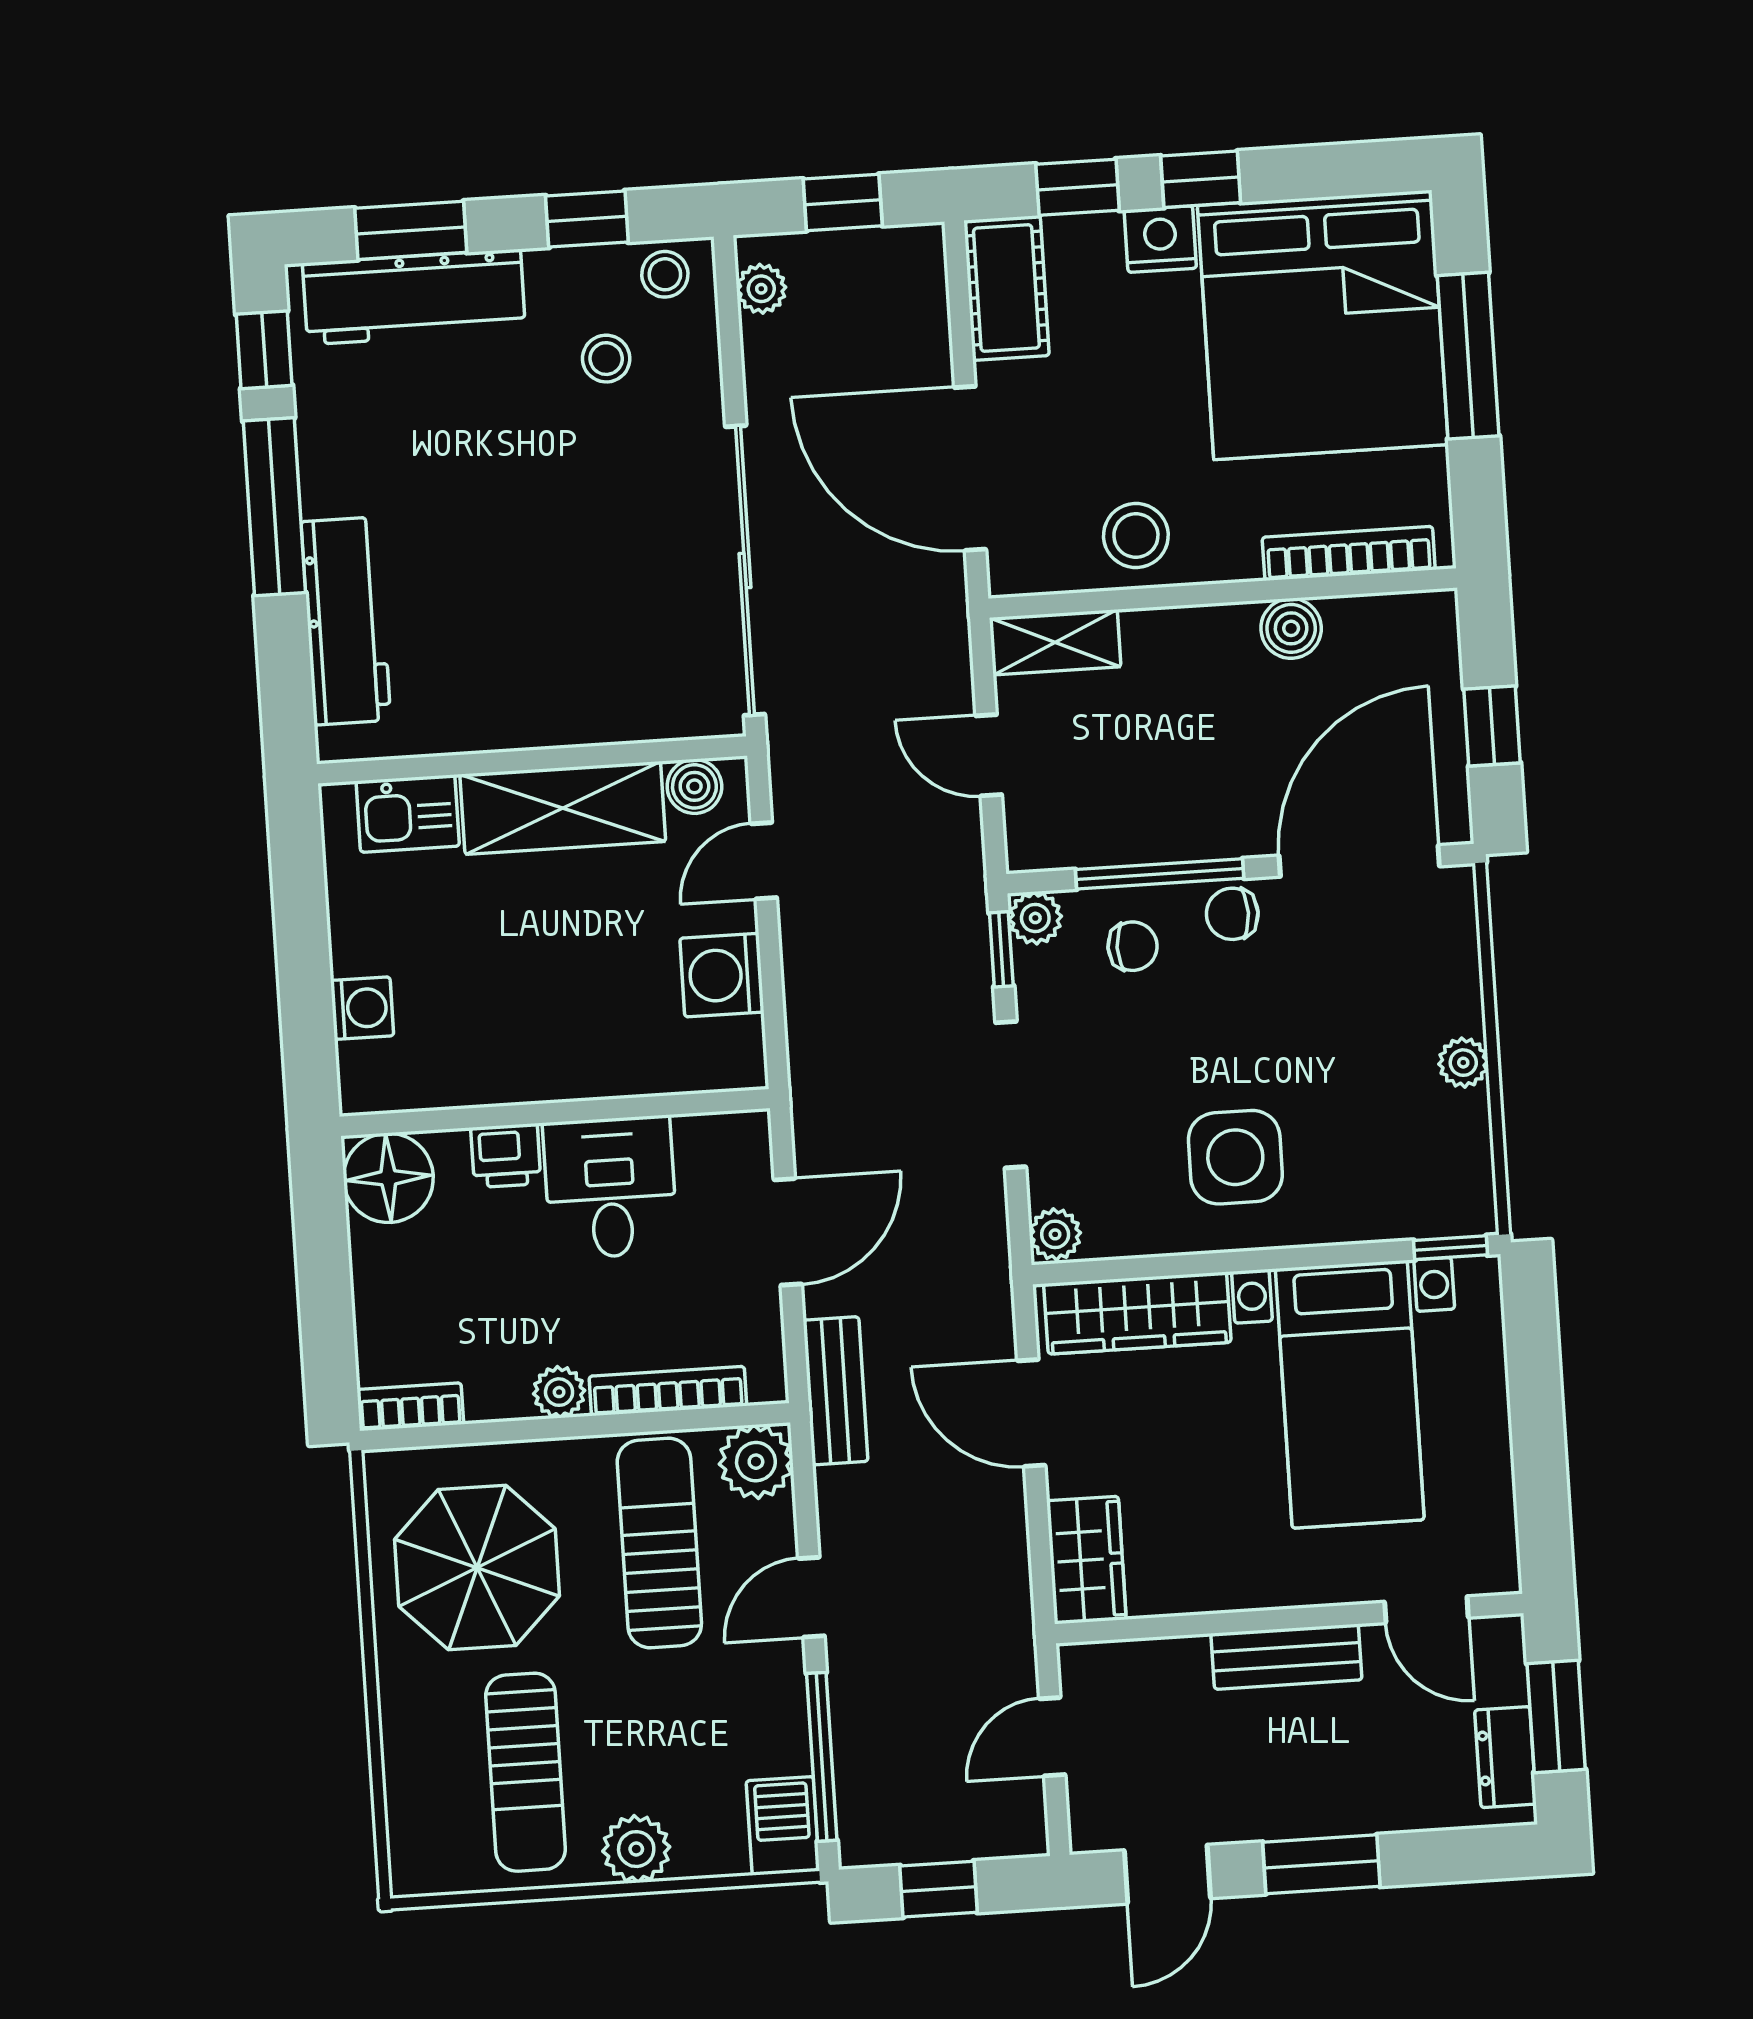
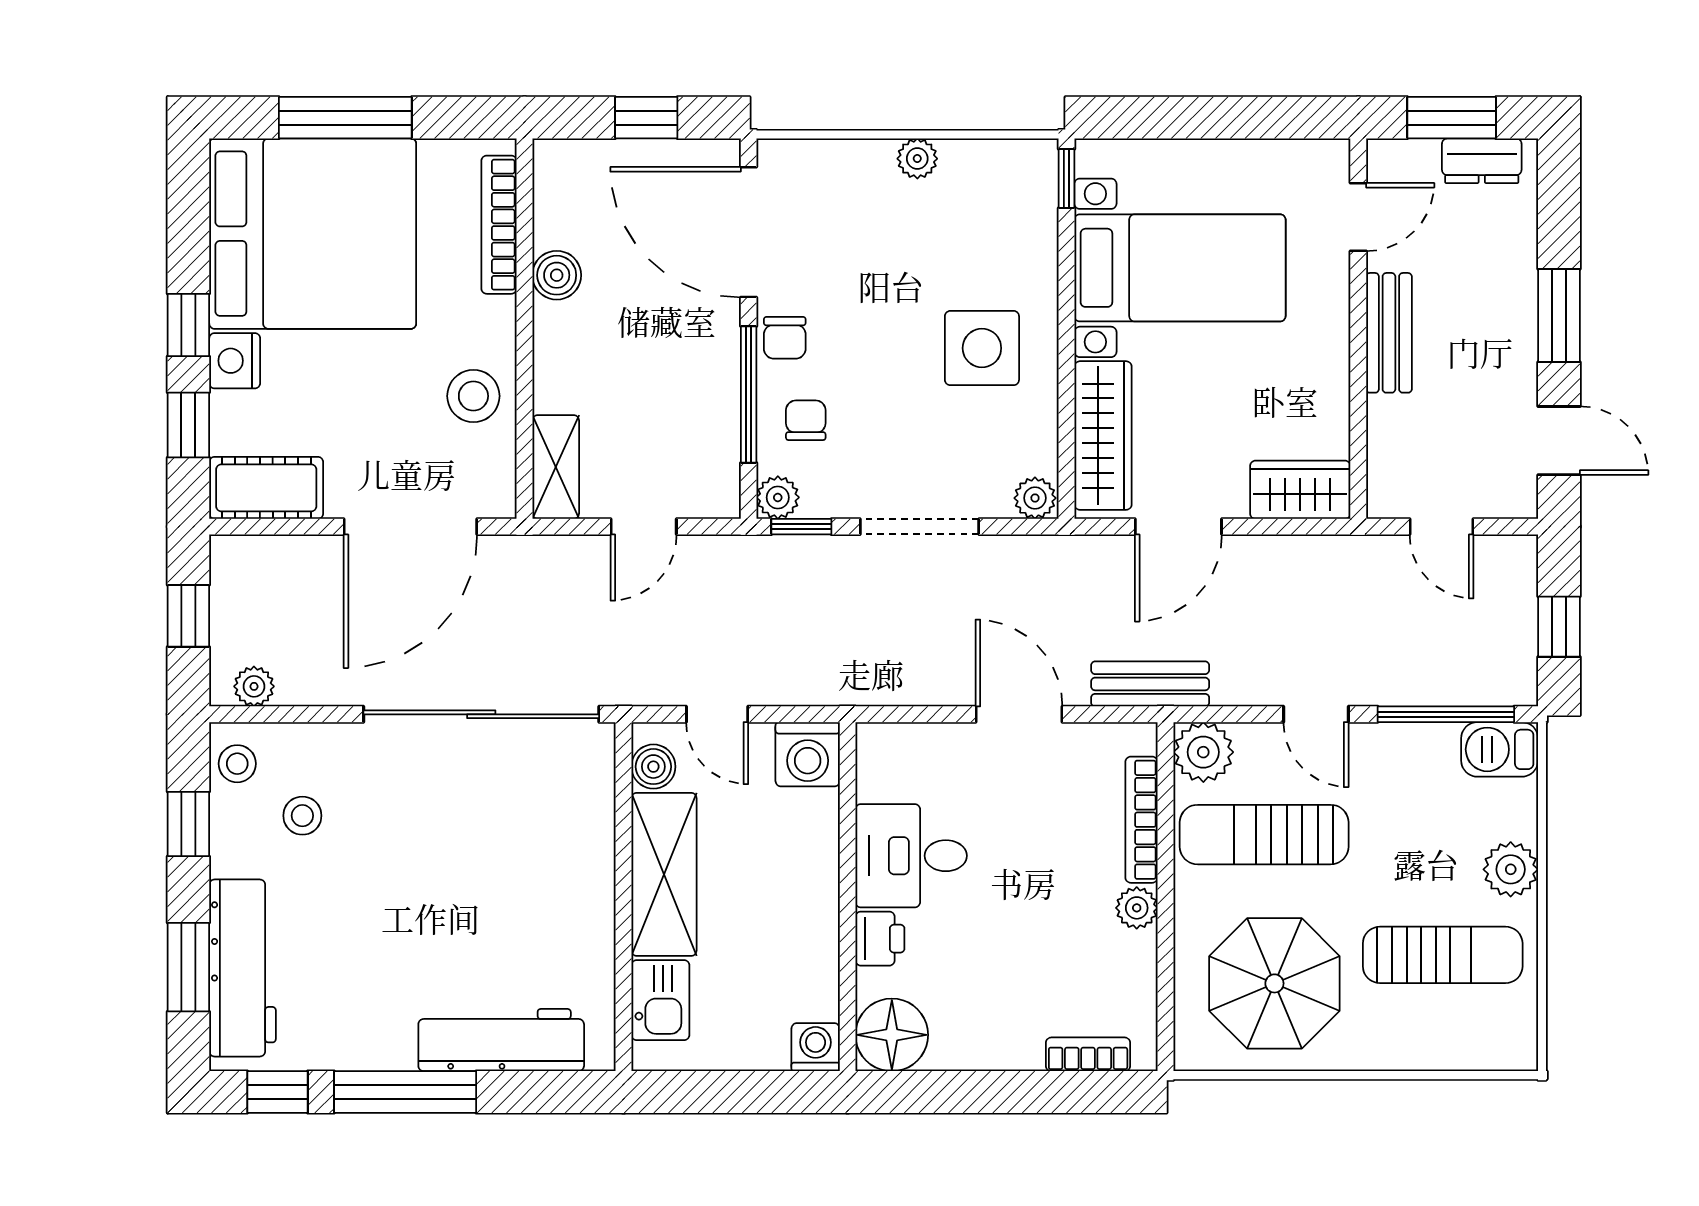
wall: (555, 1113) -> (848, 897), moved
printer: (506, 1156) -> (880, 939), moved
floor lamp: (388, 1178) -> (892, 1035), moved
desk: (610, 1187) -> (911, 856), moved
bookcase: (410, 1407) -> (1088, 1054), moved, turned 90

